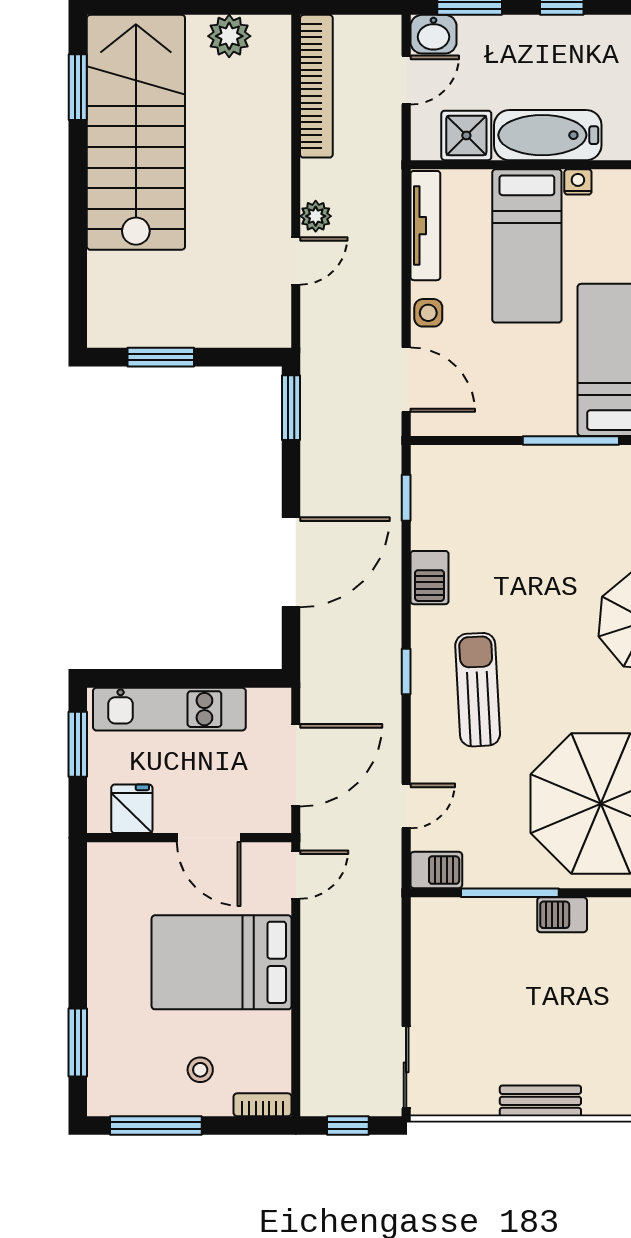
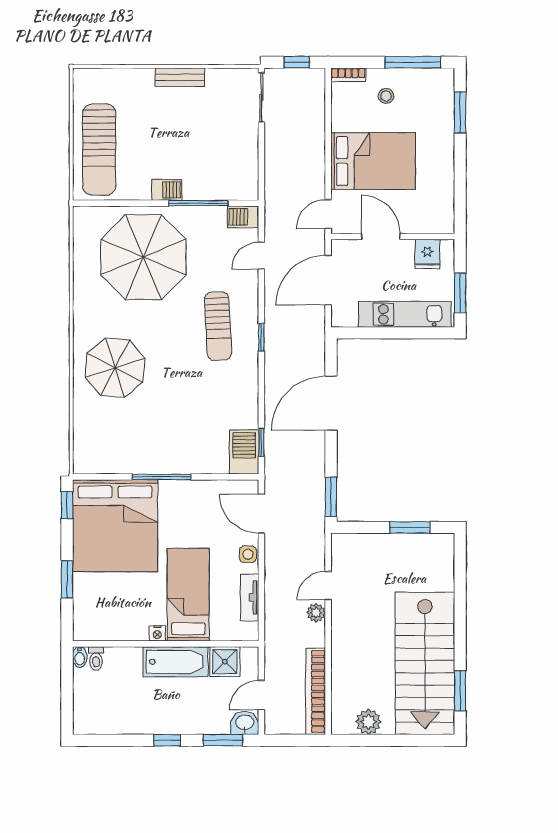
tv unit: (425, 226) -> (250, 597), width x0.71
barbecue: (429, 578) -> (244, 452), moved, width x1.38, depth x1.27

